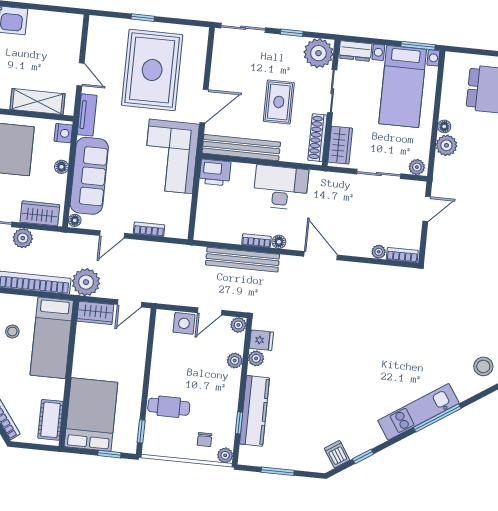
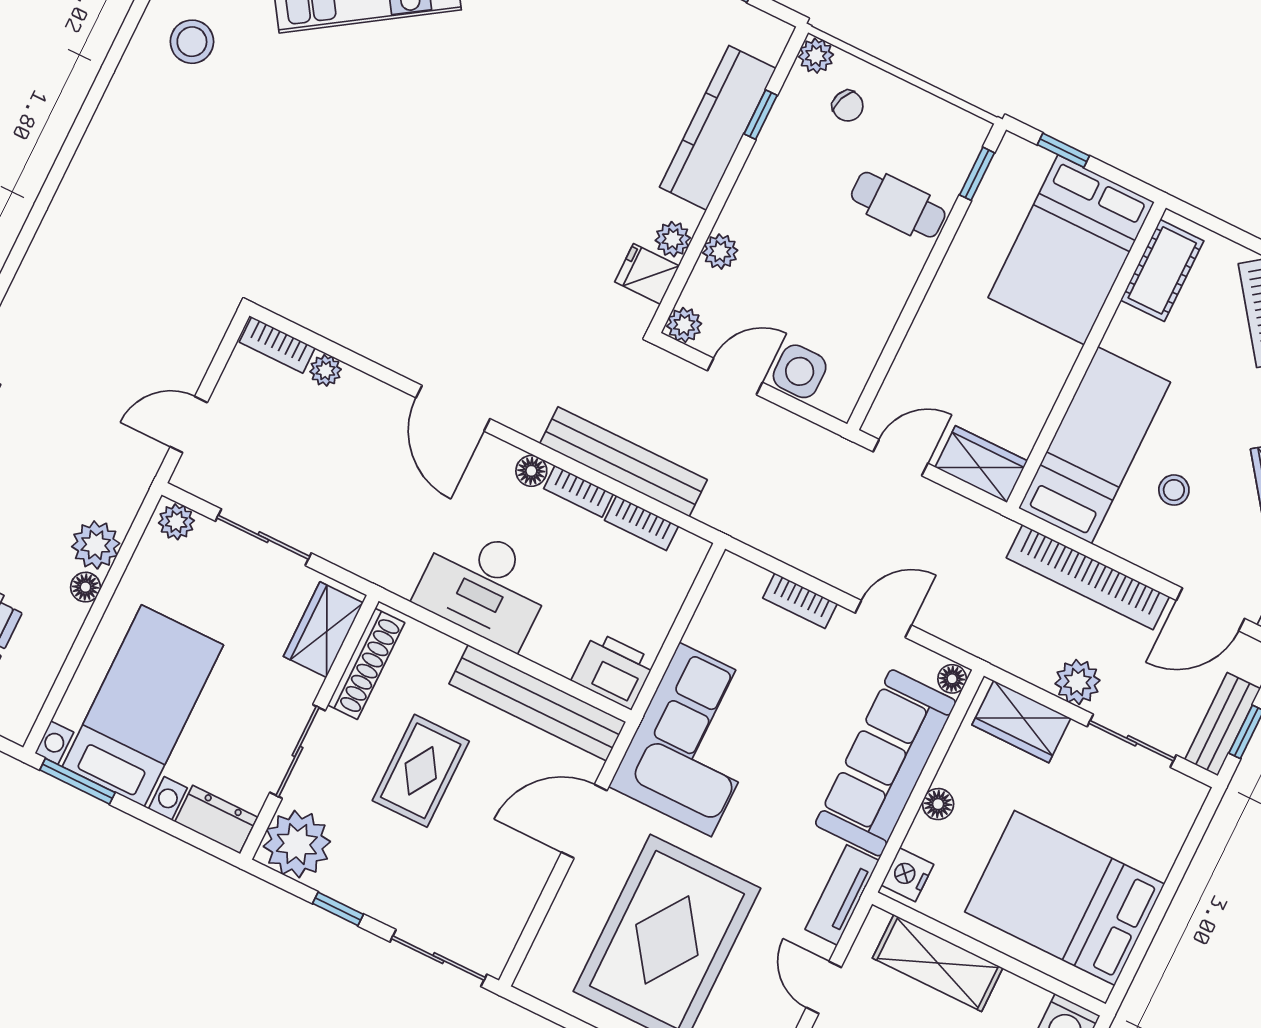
bookcase: (226, 237) -> (641, 523), added
plant: (86, 282) -> (977, 538), removed
chair: (205, 440) -> (848, 106), turned 112

